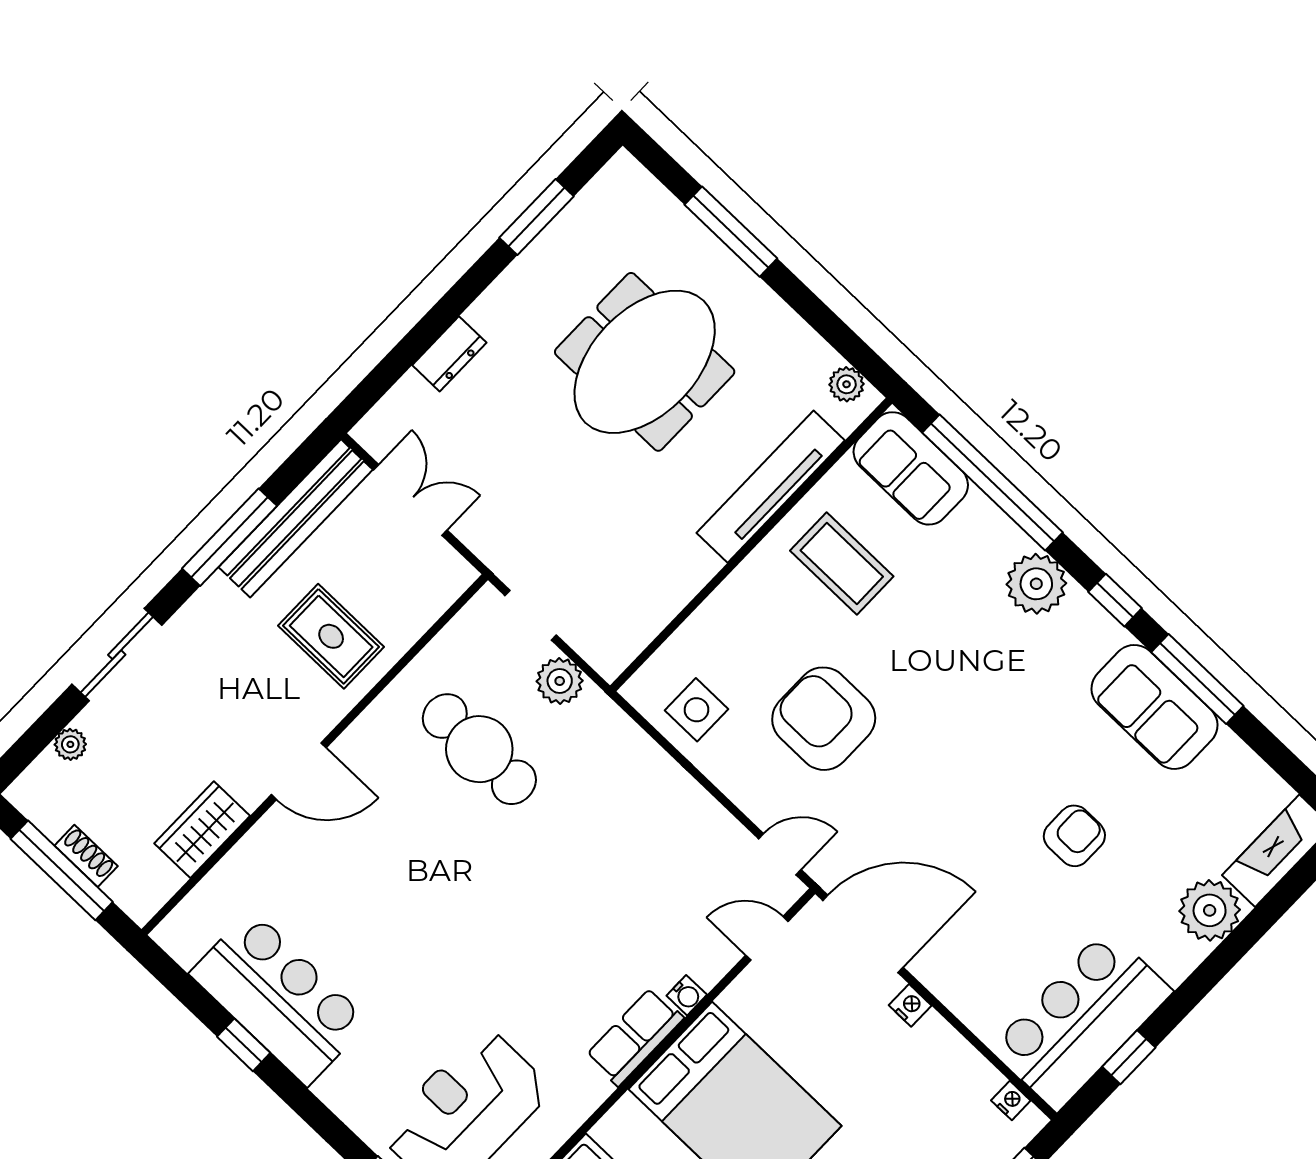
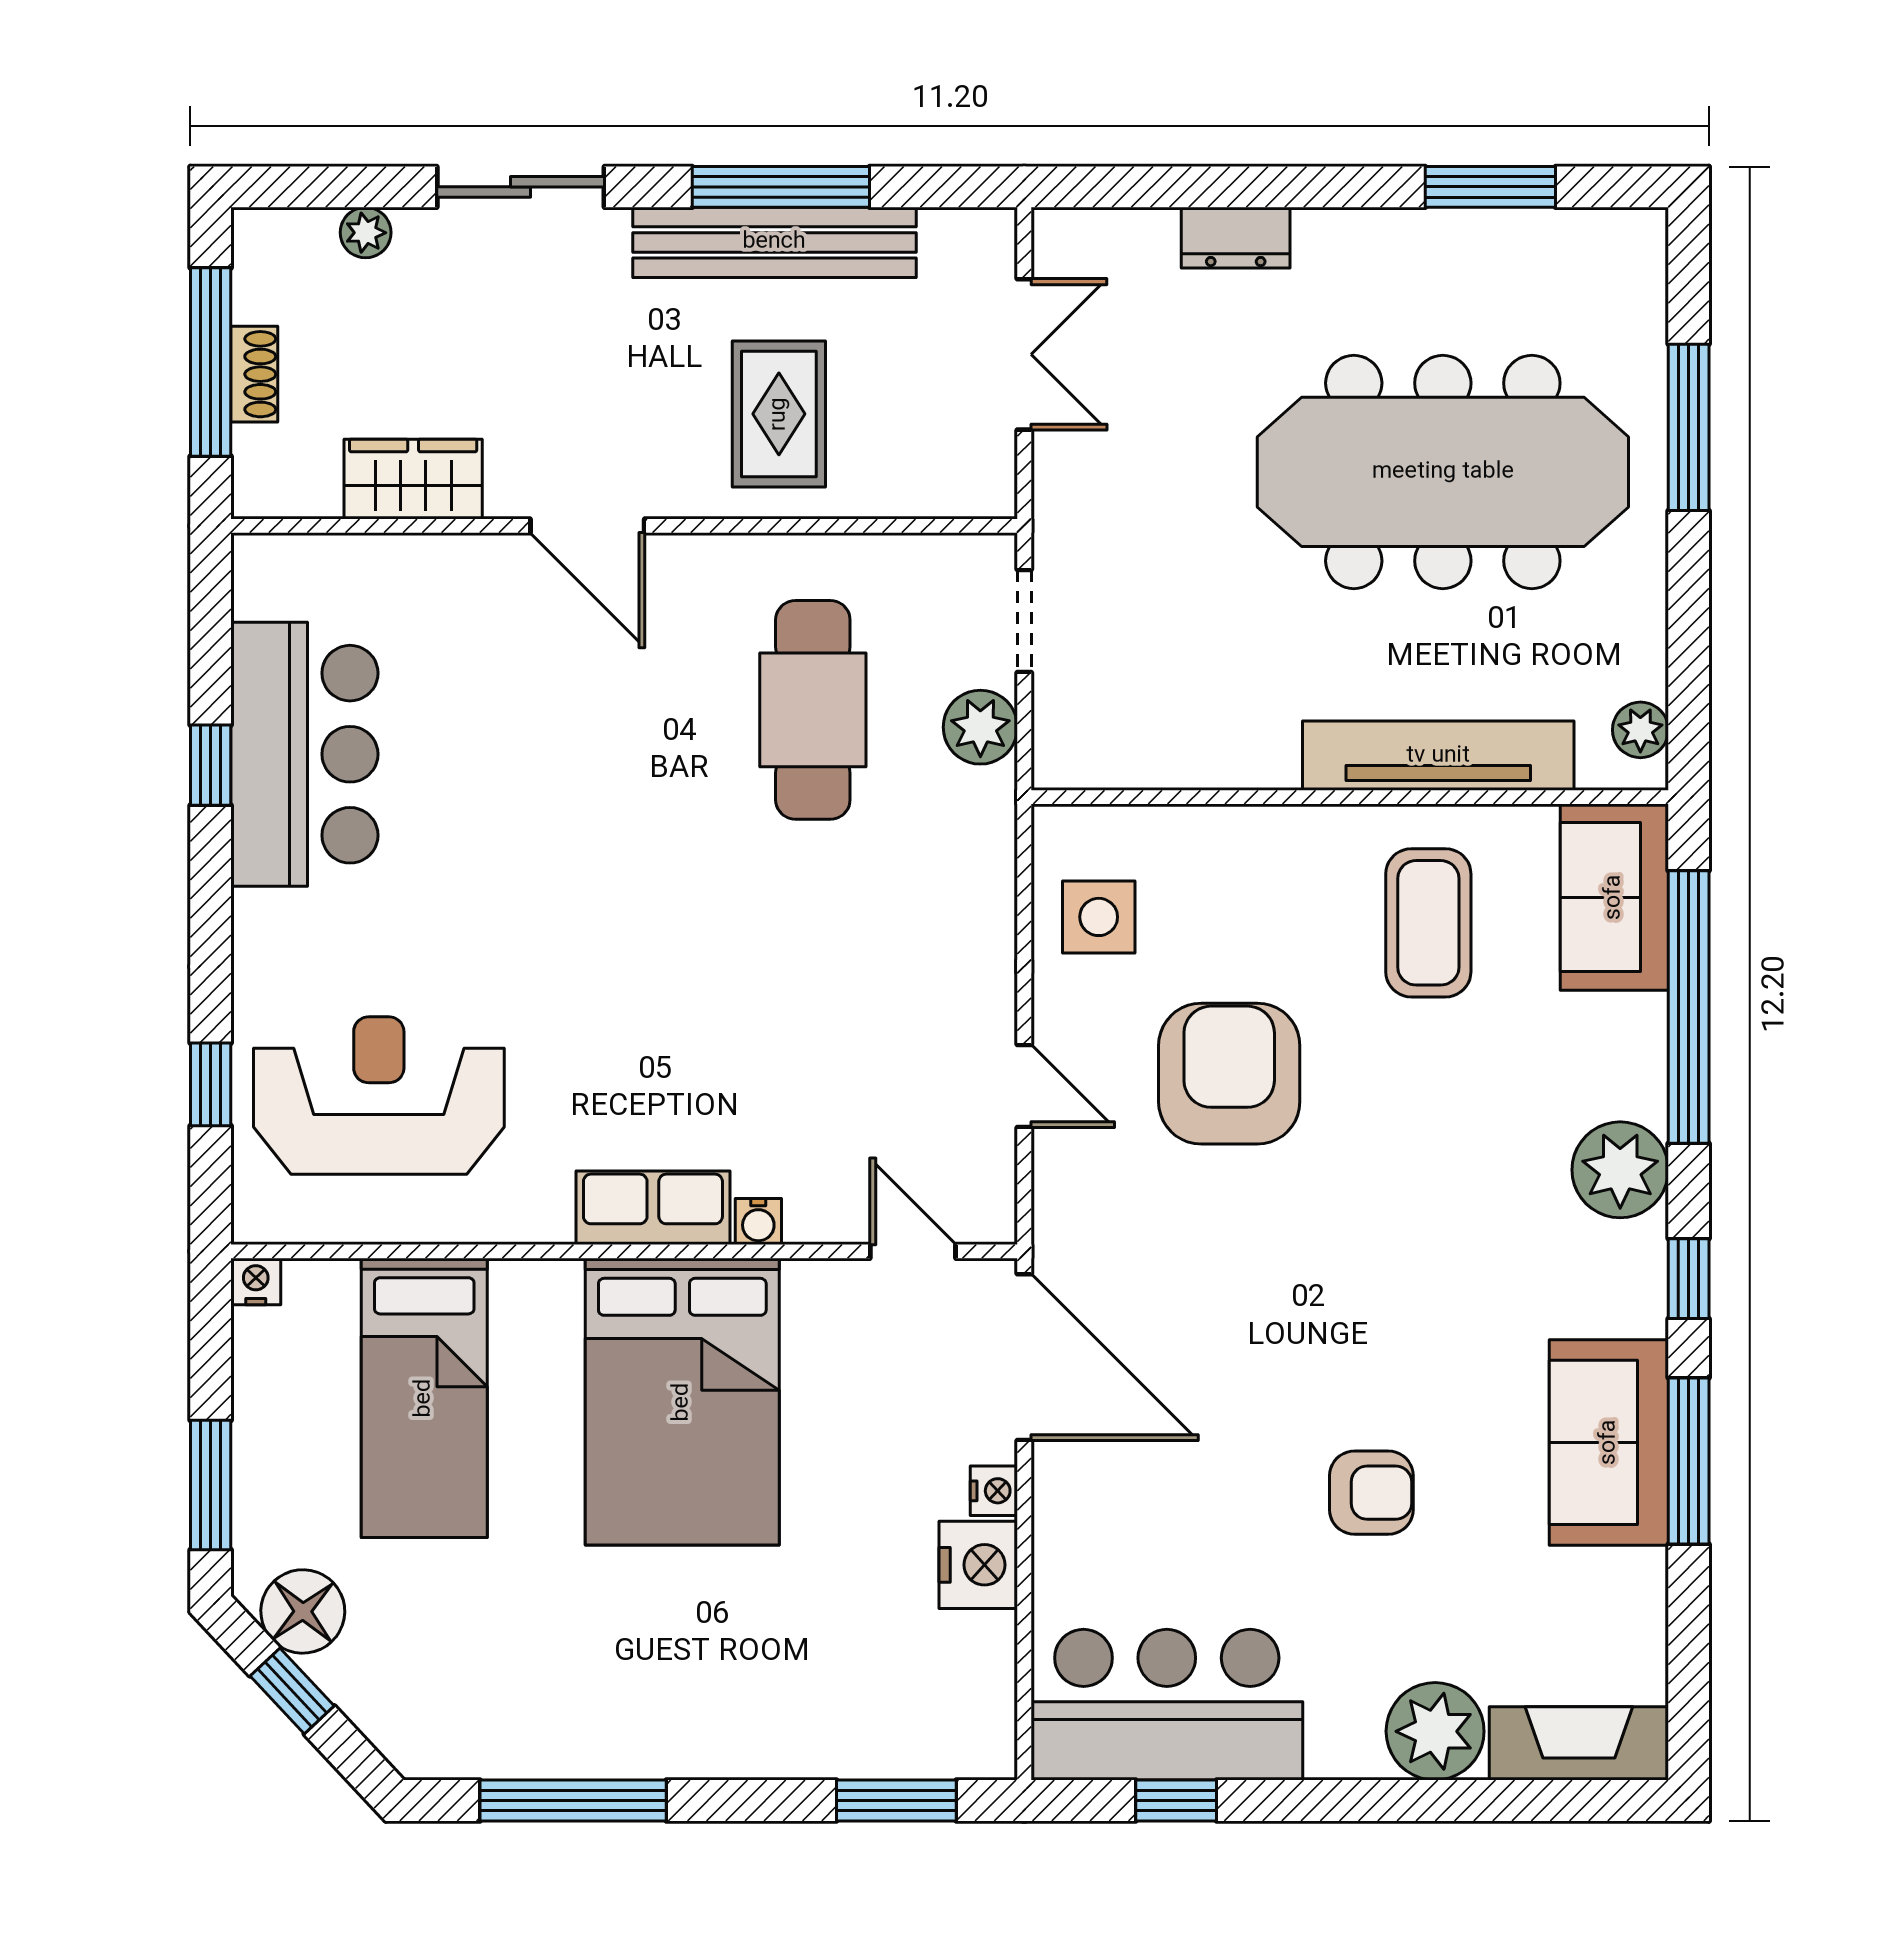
meeting table: (645, 362) -> (1443, 472), width x1.36
bench: (296, 518) -> (774, 242), moved
door: (780, 854) -> (1024, 1086), moved
nightstand: (1011, 1100) -> (978, 1565), moved, width x1.89, depth x1.79

